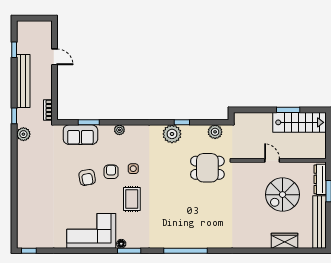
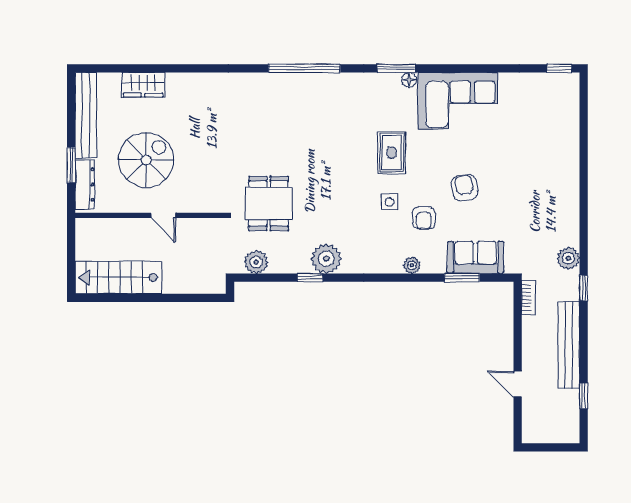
window: (288, 110) -> (137, 298), removed
dining table: (207, 168) -> (269, 204), turned 90
armchair: (111, 172) -> (424, 218), moved

